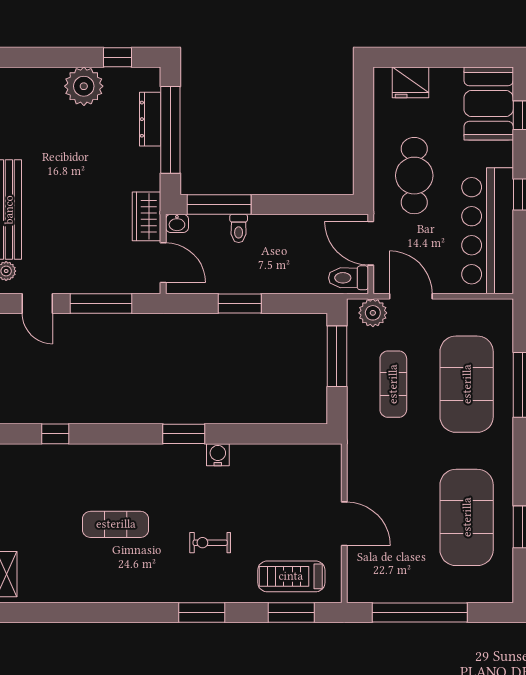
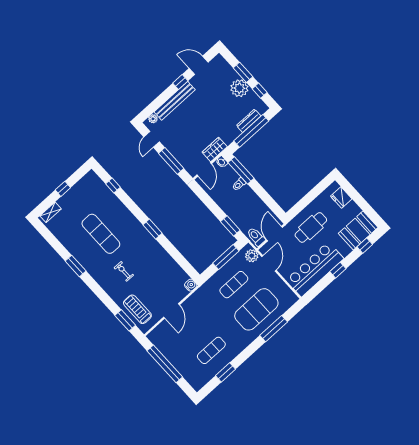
window: (64, 57) -> (243, 72), added
window: (240, 303) -> (230, 226), moved
water cooler: (218, 455) -> (191, 285), moved
exercise mat: (467, 517) -> (211, 350), width x0.50, depth x0.69
exercise mat: (116, 524) -> (101, 234), width x1.36, depth x1.45
window: (202, 613) -> (76, 266), moved

